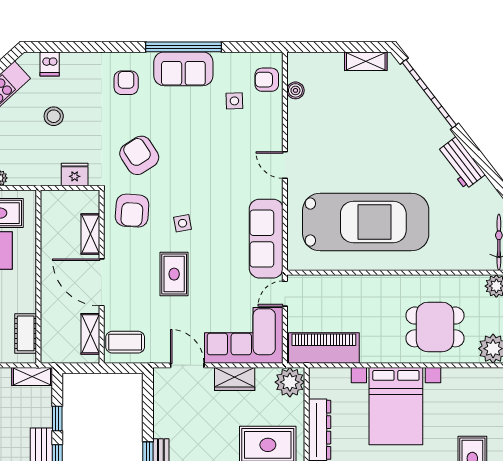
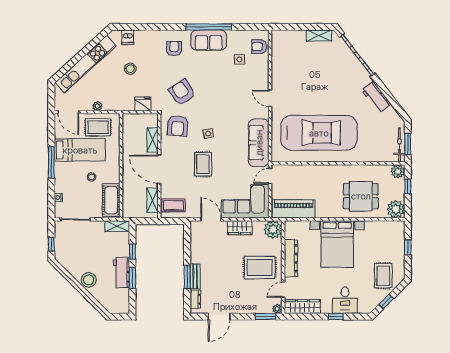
boiler: (295, 90) -> (276, 53), removed
cot: (26, 333) -> (111, 200), width x1.37, depth x1.34

